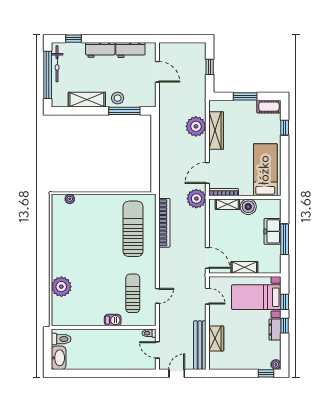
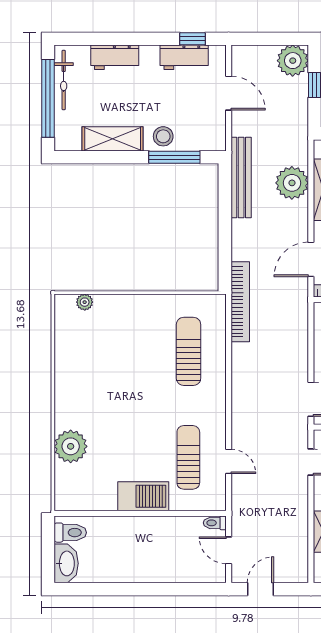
window: (74, 39) -> (192, 39), moved
workbench: (100, 50) -> (115, 57), moved
plant: (196, 199) -> (293, 61), moved
bookcase: (164, 223) -> (240, 302), moved
sun lounger: (133, 229) -> (189, 351), width x0.73, depth x0.75
door: (157, 296) -> (229, 461), hinge flipped
barbecue: (113, 320) -> (143, 496), width x1.88, depth x1.53
bench: (200, 345) -> (241, 178), moved

